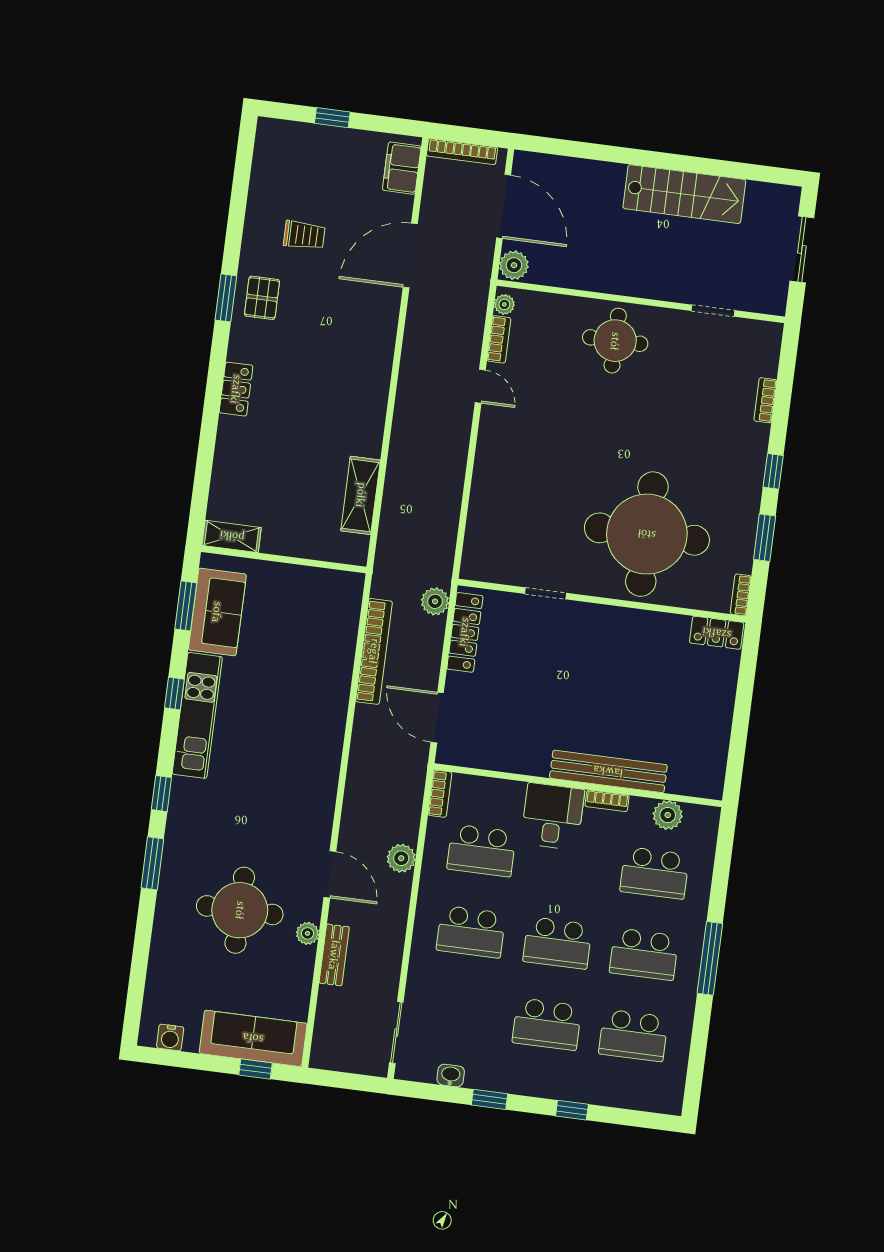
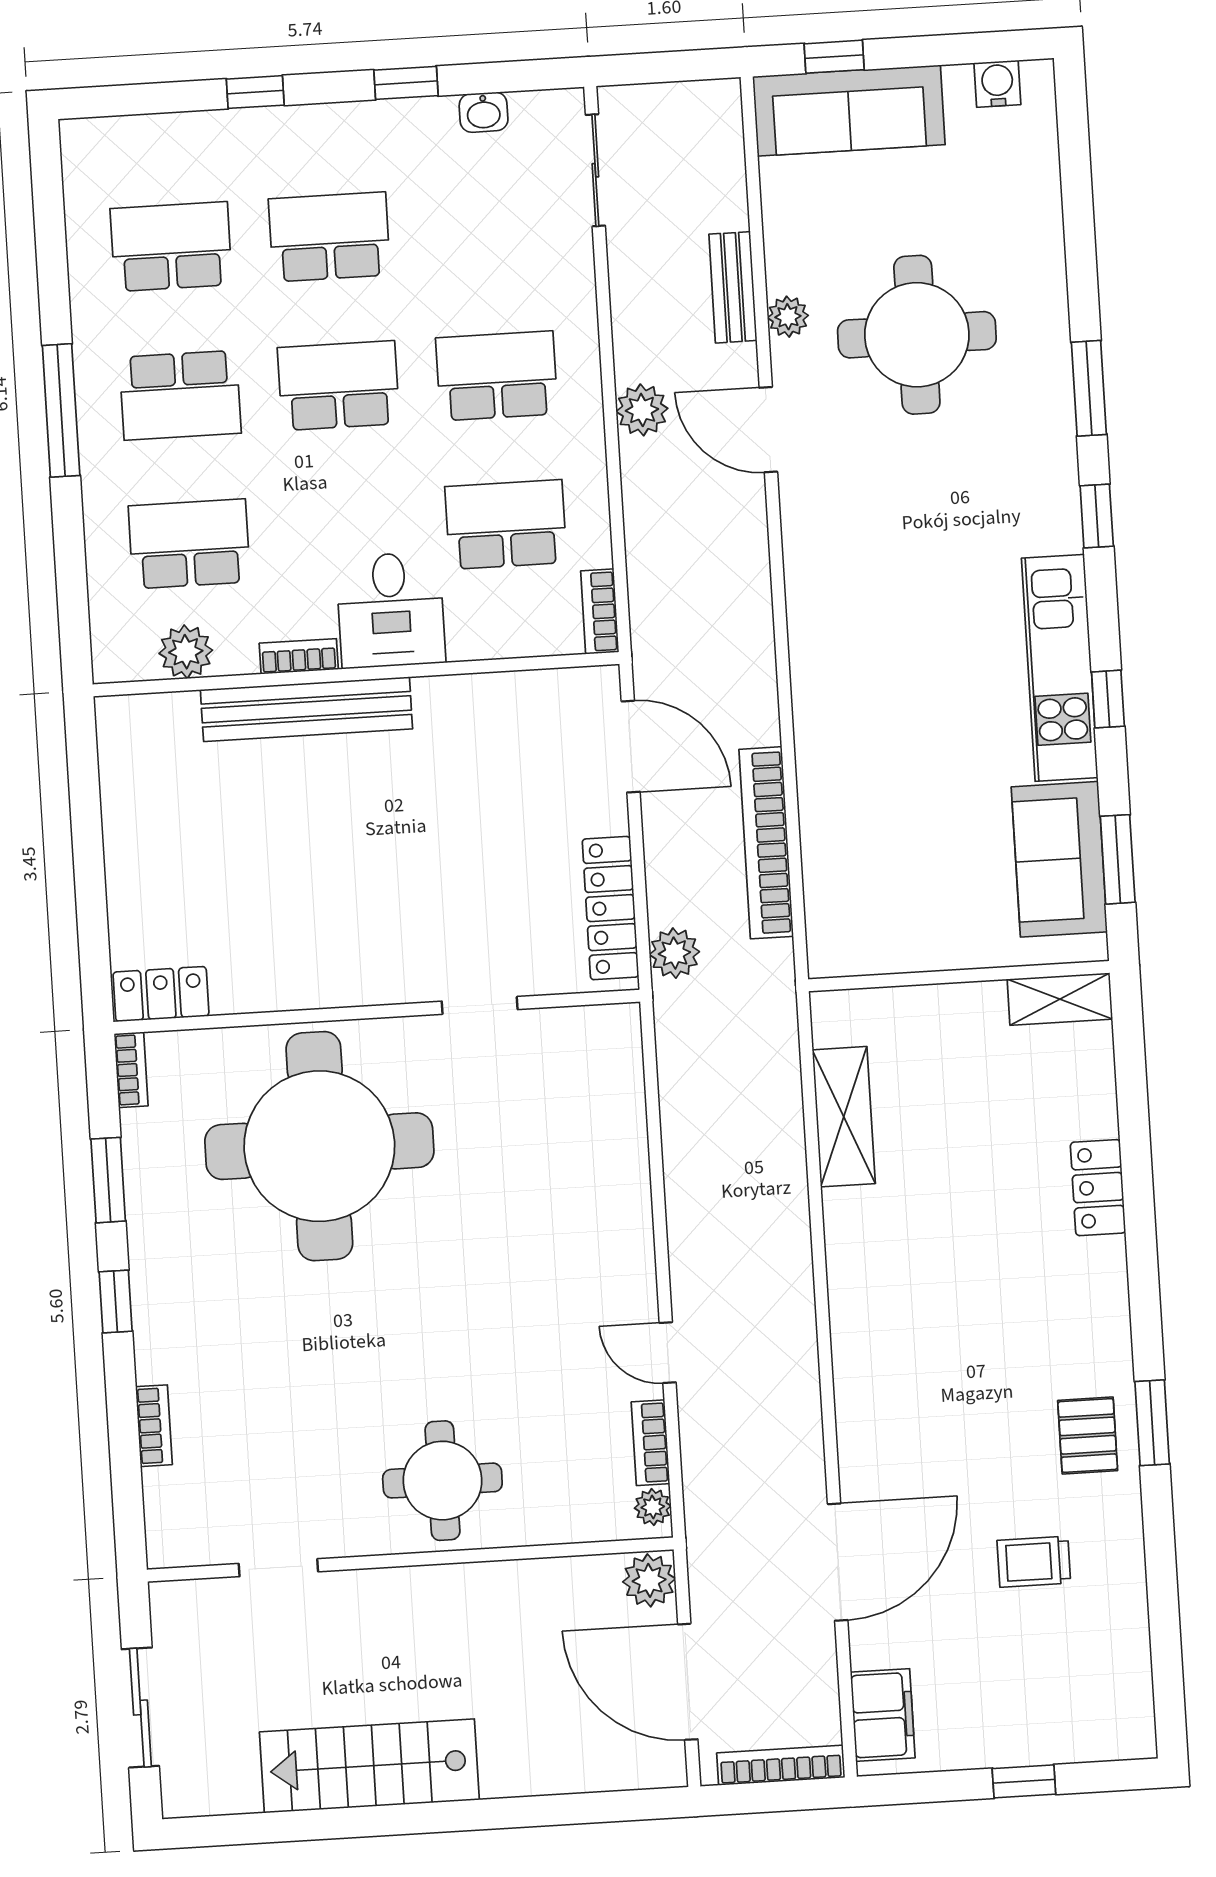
locker: (236, 389) -> (1098, 1188), moved
plant: (401, 858) -> (642, 410), moved
school desk: (644, 954) -> (180, 395), turned 180

